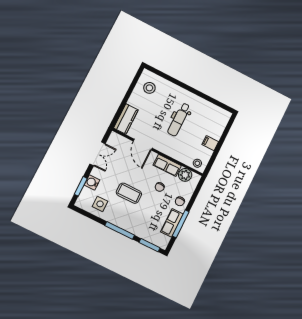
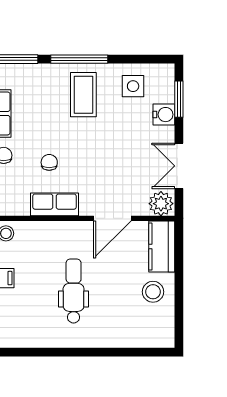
stool: (149, 88) -> (153, 292), moved
door: (143, 145) -> (112, 218), swing flipped
plant: (185, 175) -> (161, 204), moved
coffee table: (129, 193) -> (83, 95), moved, turned 90

